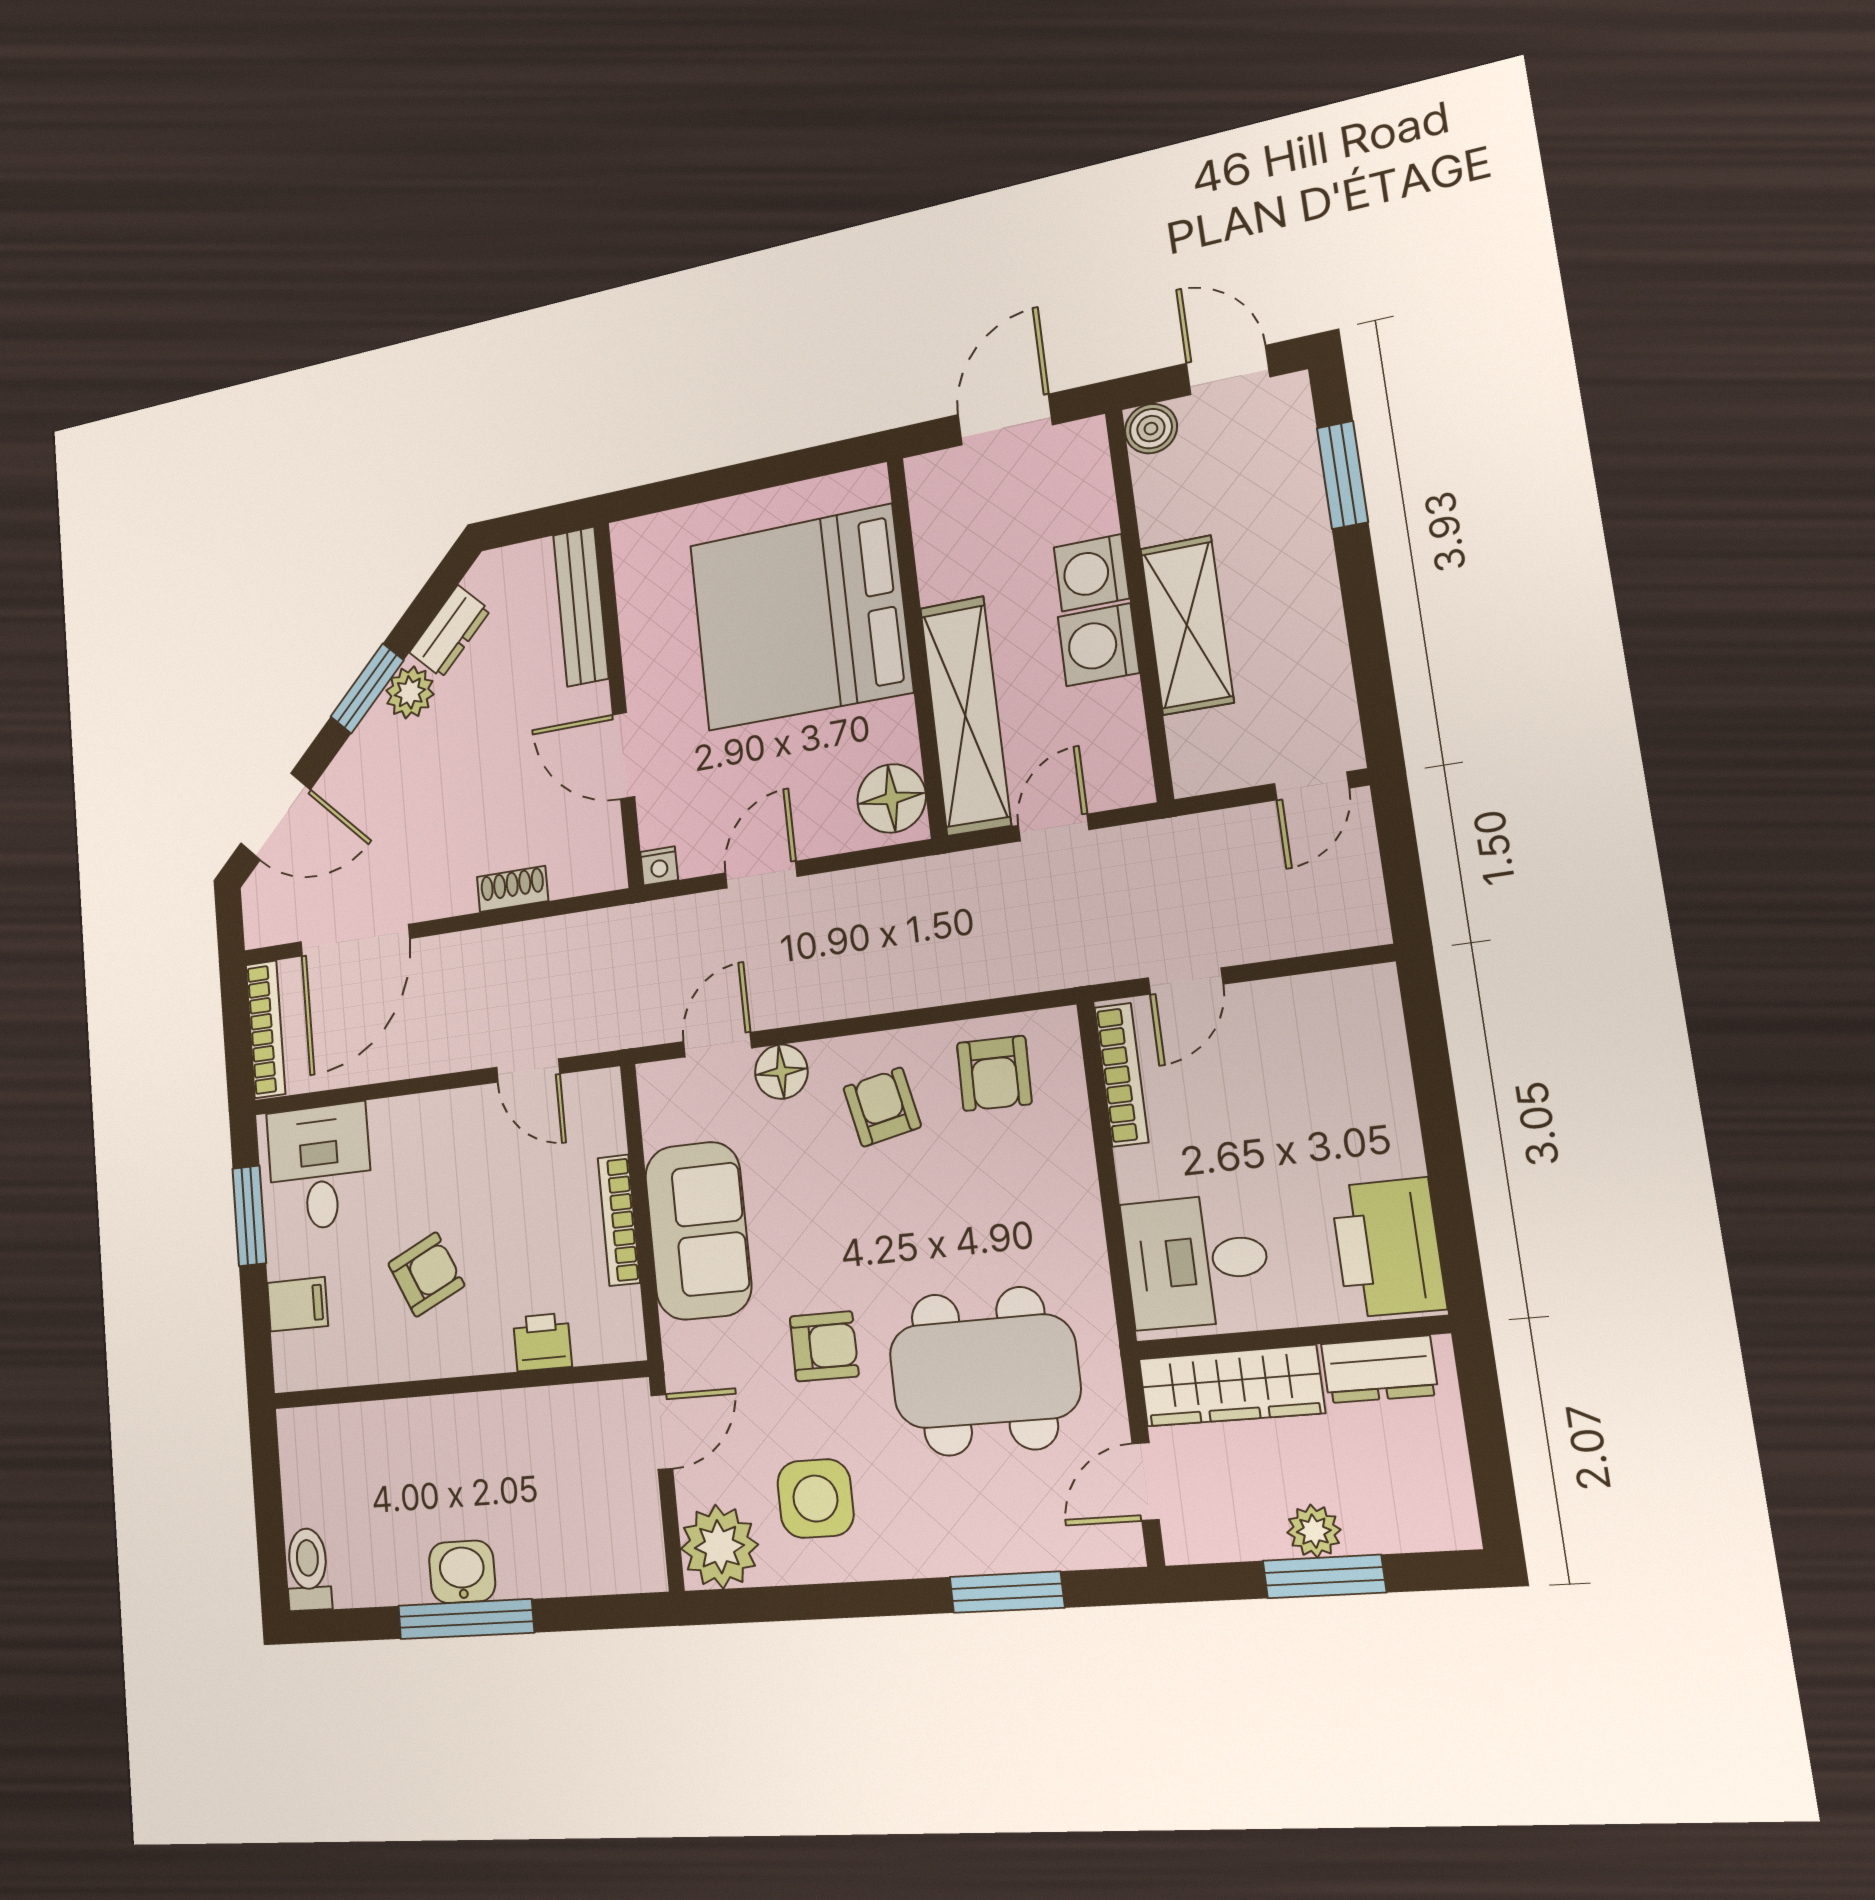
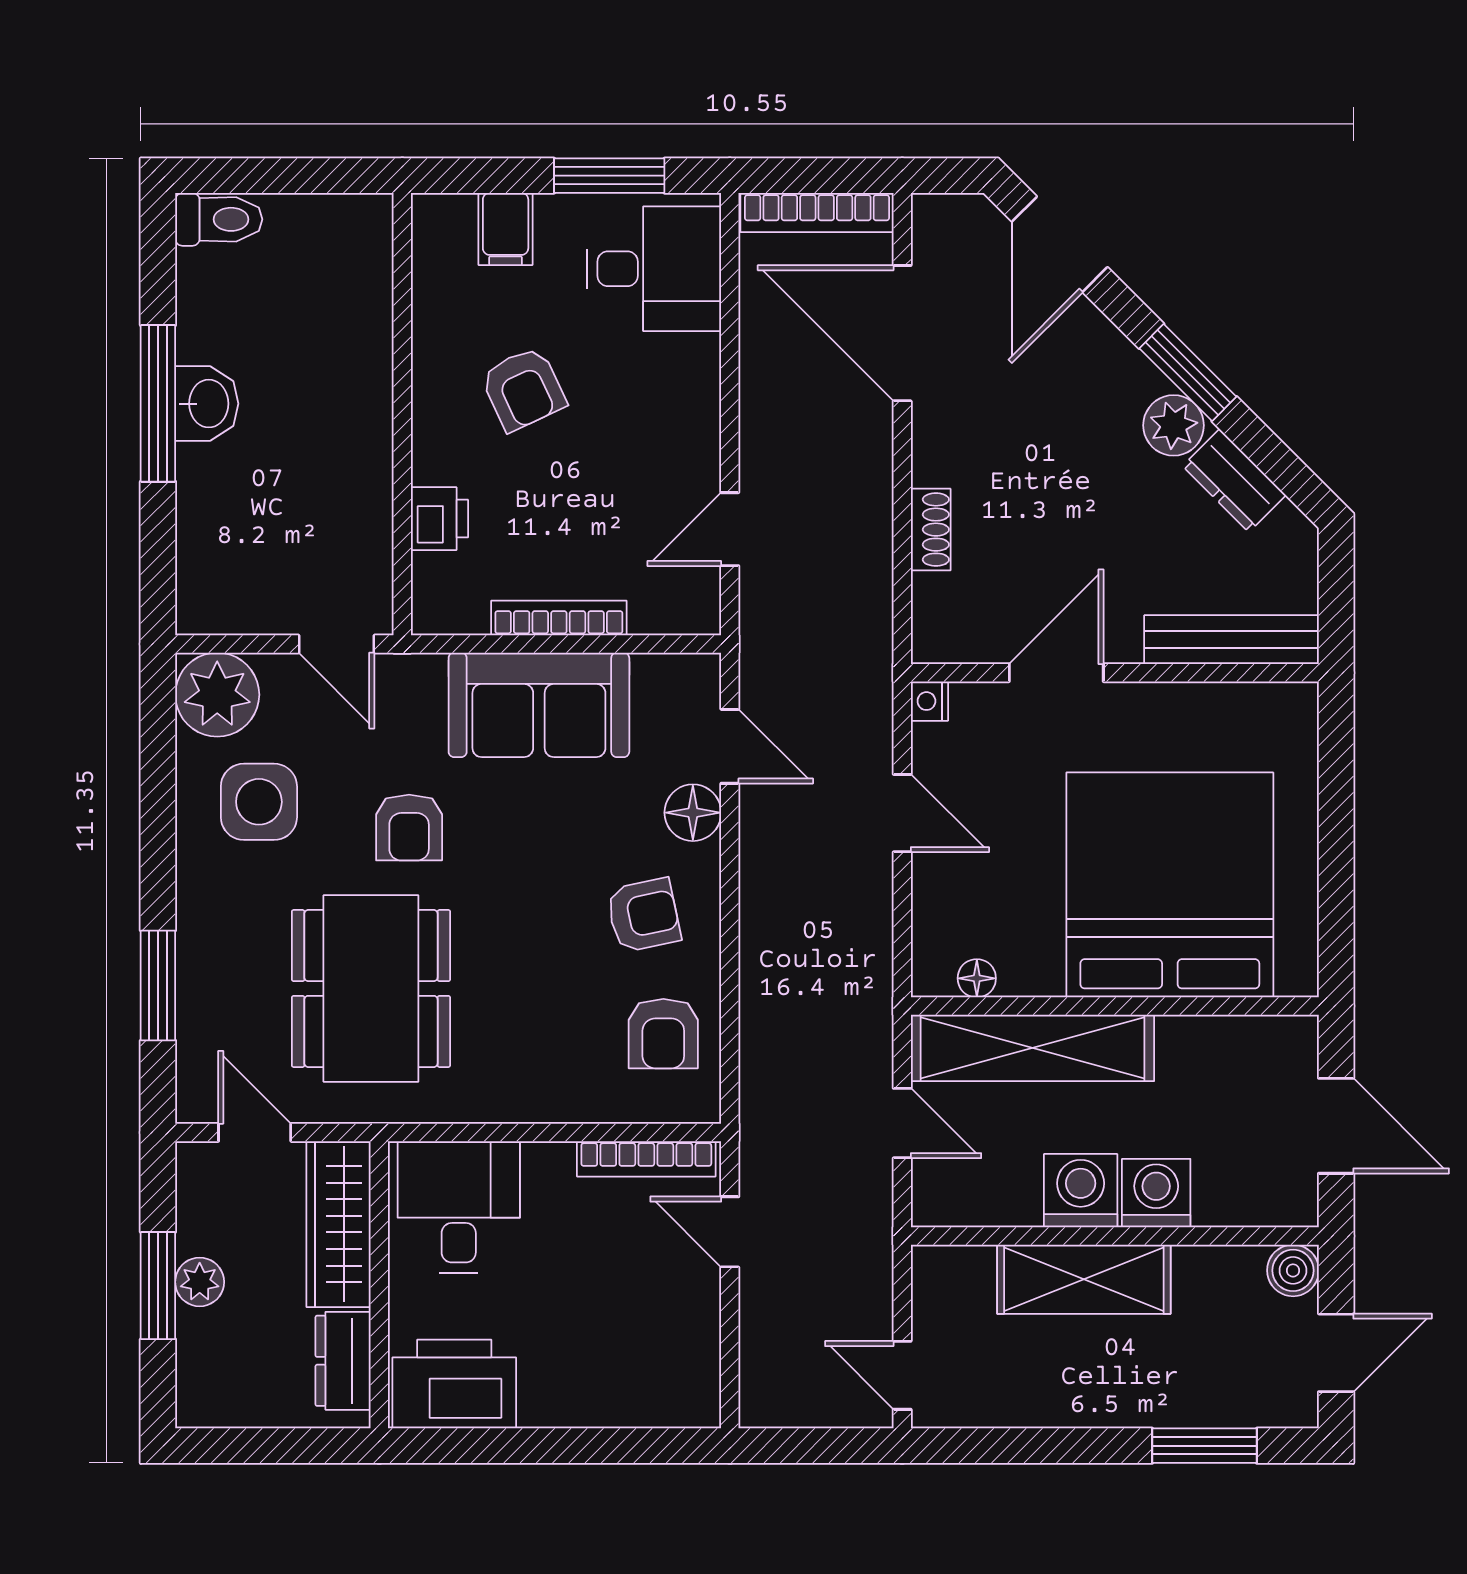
floor lamp: (892, 798) -> (977, 978), width x0.53, depth x0.53
armchair: (994, 1073) -> (663, 1034), turned -91

